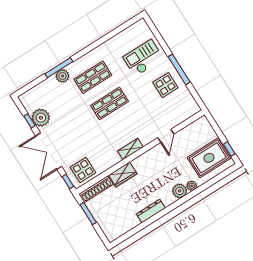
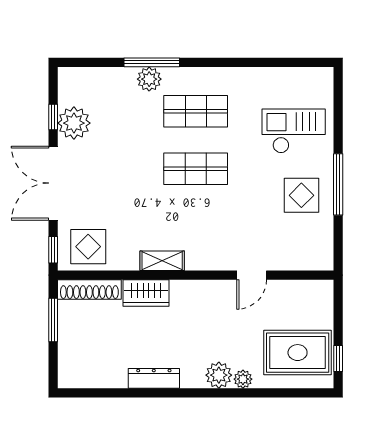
shelving: (130, 149) -> (162, 261), moved

